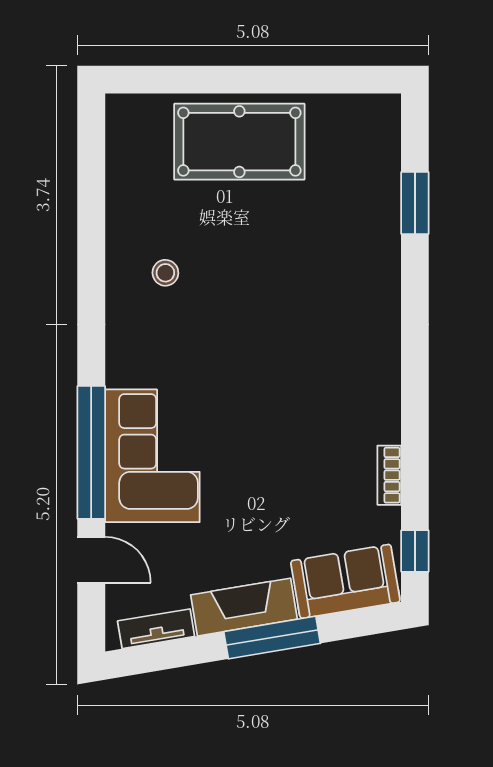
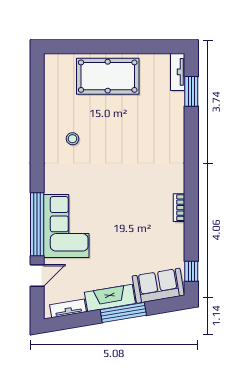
tv unit: (386, 133) -> (178, 72), added
window: (415, 203) -> (191, 91), moved
bookcase: (389, 475) -> (179, 208), moved
door: (91, 560) -> (37, 275), hinge flipped

